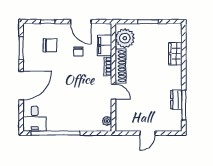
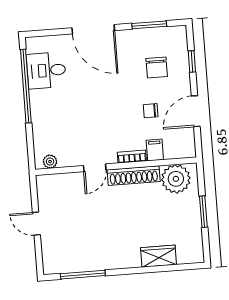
filing cabinet: (105, 45) -> (155, 150), width x0.50
dresser: (176, 100) -> (90, 263), removed
desk: (35, 119) -> (46, 70), moved

